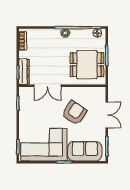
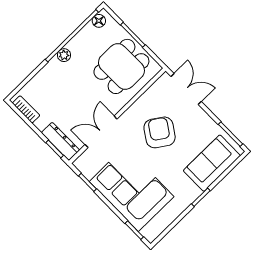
double door: (47, 86) -> (101, 132), swing flipped
double door: (107, 115) -> (186, 89), moved
corner sofa: (44, 145) -> (132, 189), moved, turned 90

